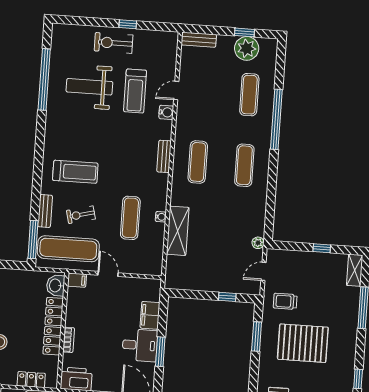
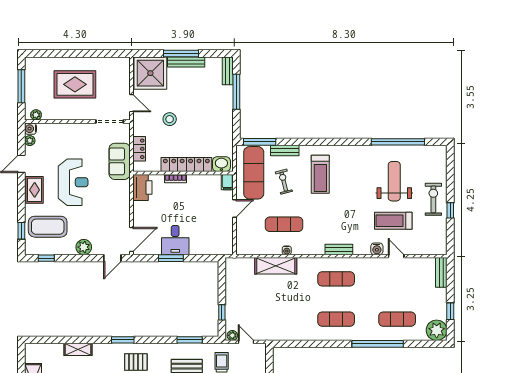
plant: (247, 48) -> (437, 330), moved
plant: (258, 243) -> (232, 335), moved
filing cabinet: (150, 315) -> (202, 247), removed

